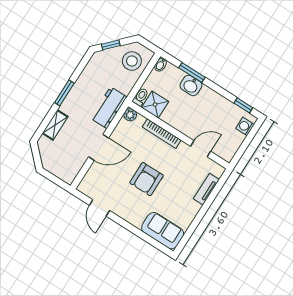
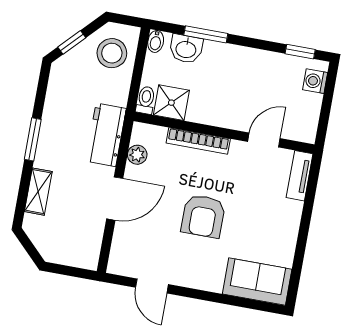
washbasin: (191, 85) -> (186, 49), moved
plant: (130, 115) -> (137, 155), moved
tv unit: (206, 189) -> (300, 176), moved

